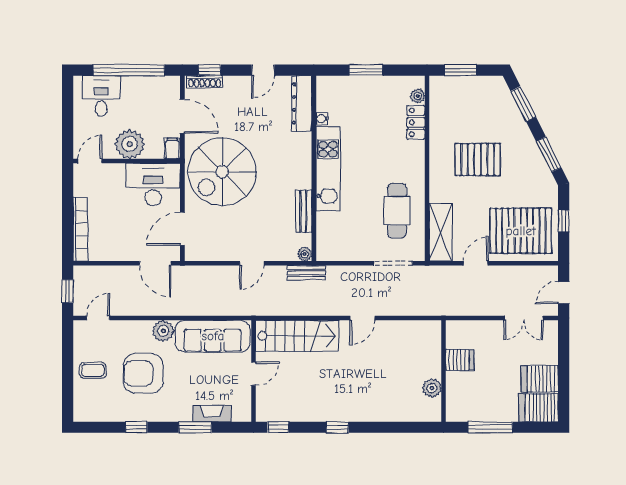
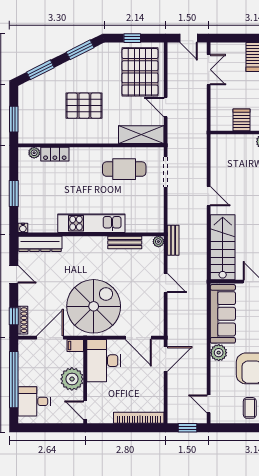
water cooler: (322, 119) -> (23, 228), moved
pallet: (478, 160) -> (84, 106), turned 90
spiral stairs: (222, 172) -> (94, 306), turned -90

